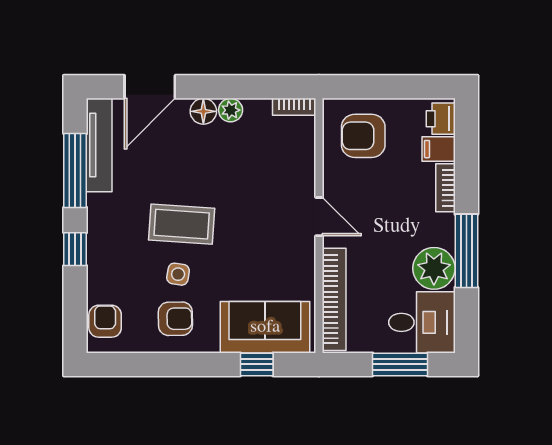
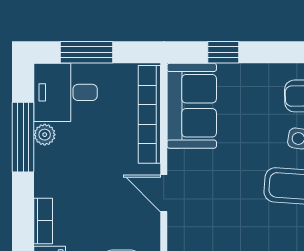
window: (466, 251) -> (23, 137), moved
plant: (434, 268) -> (45, 135), width x0.53, depth x0.53
sofa: (265, 327) -> (192, 106), moved, turned -90

